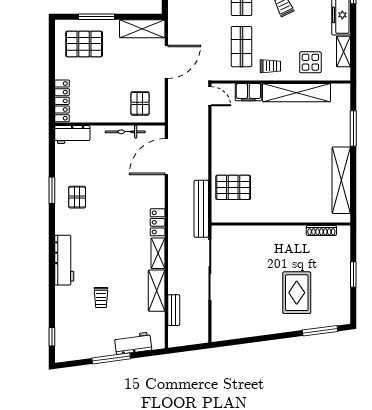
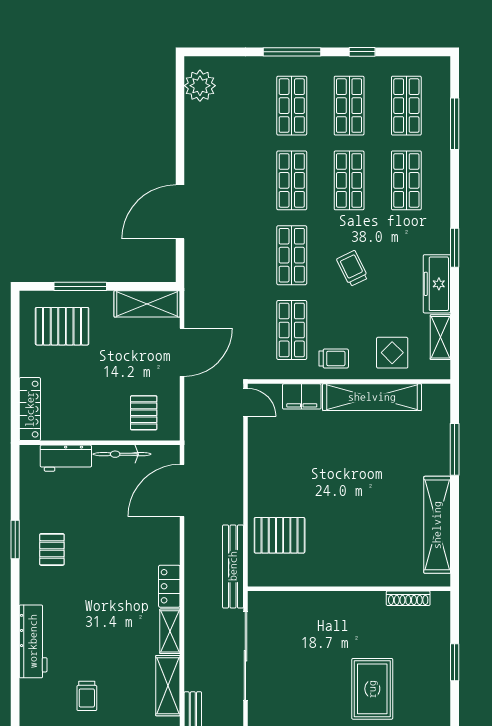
workbench: (72, 135) -> (66, 458), moved

